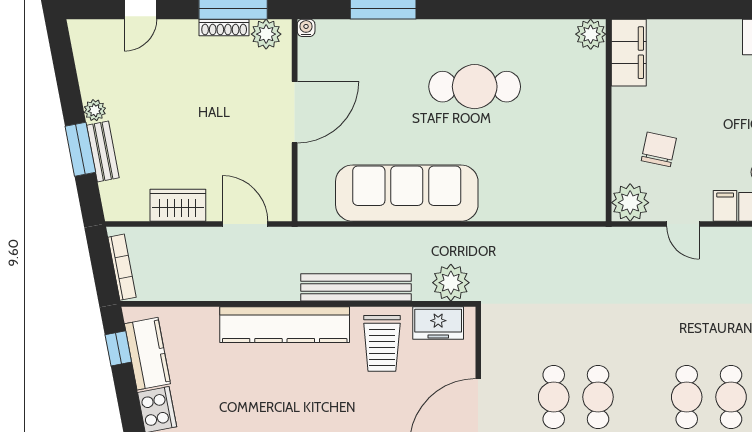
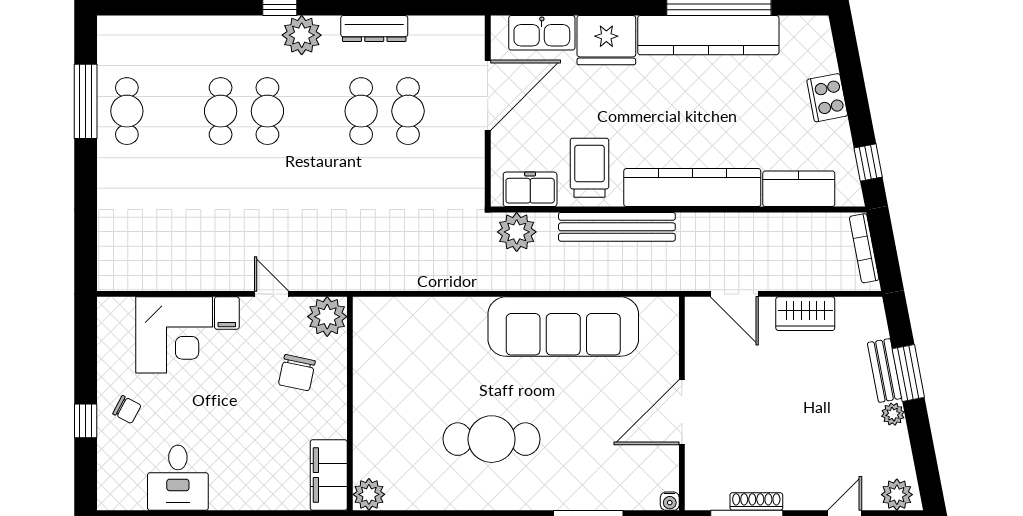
plant: (266, 34) -> (897, 495), moved
kitchen counter: (147, 354) -> (799, 189), moved, turned 101

